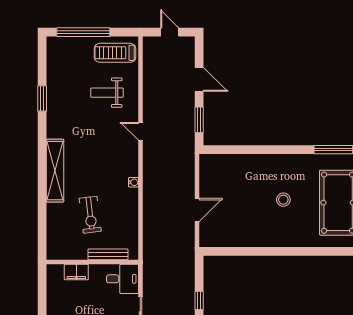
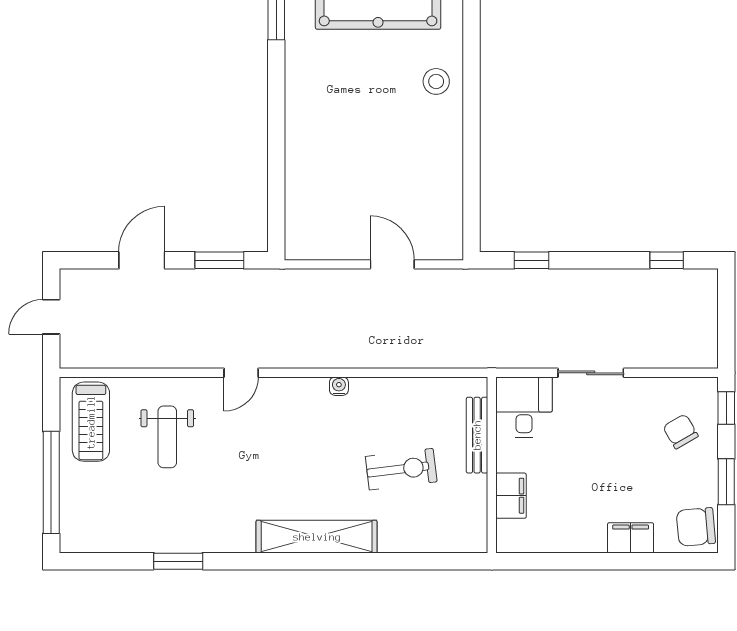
stool: (283, 200) -> (436, 81), moved
window: (199, 301) -> (531, 260), moved

